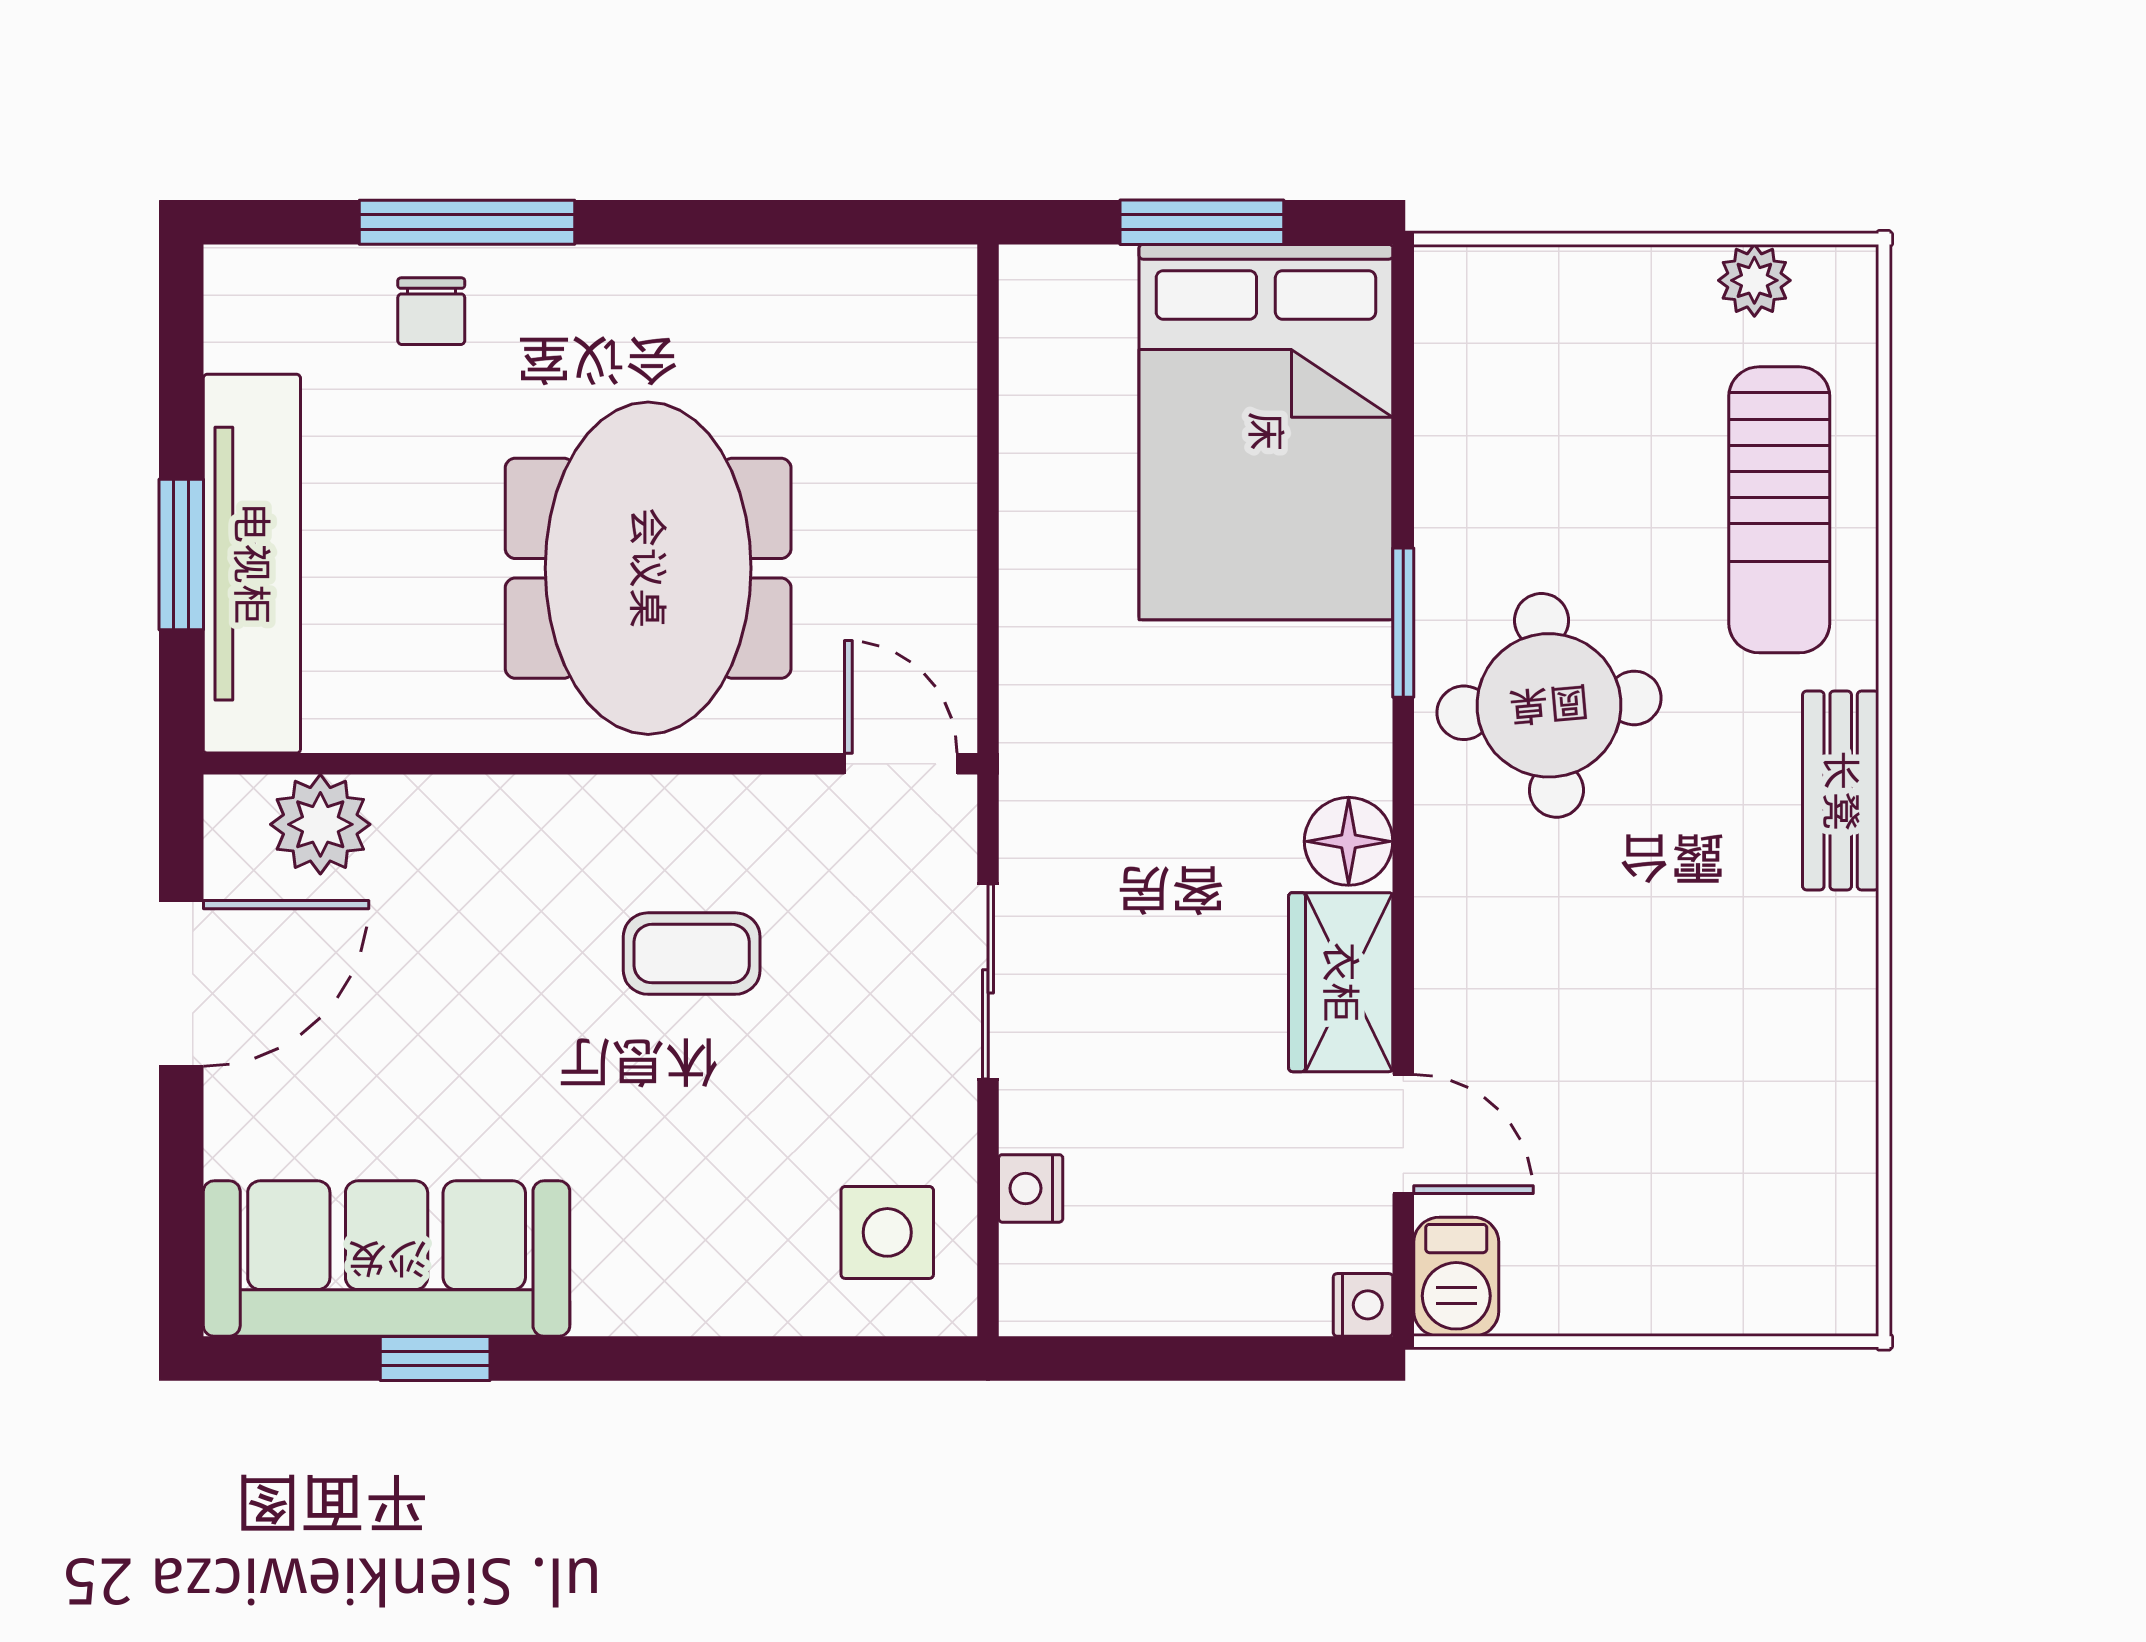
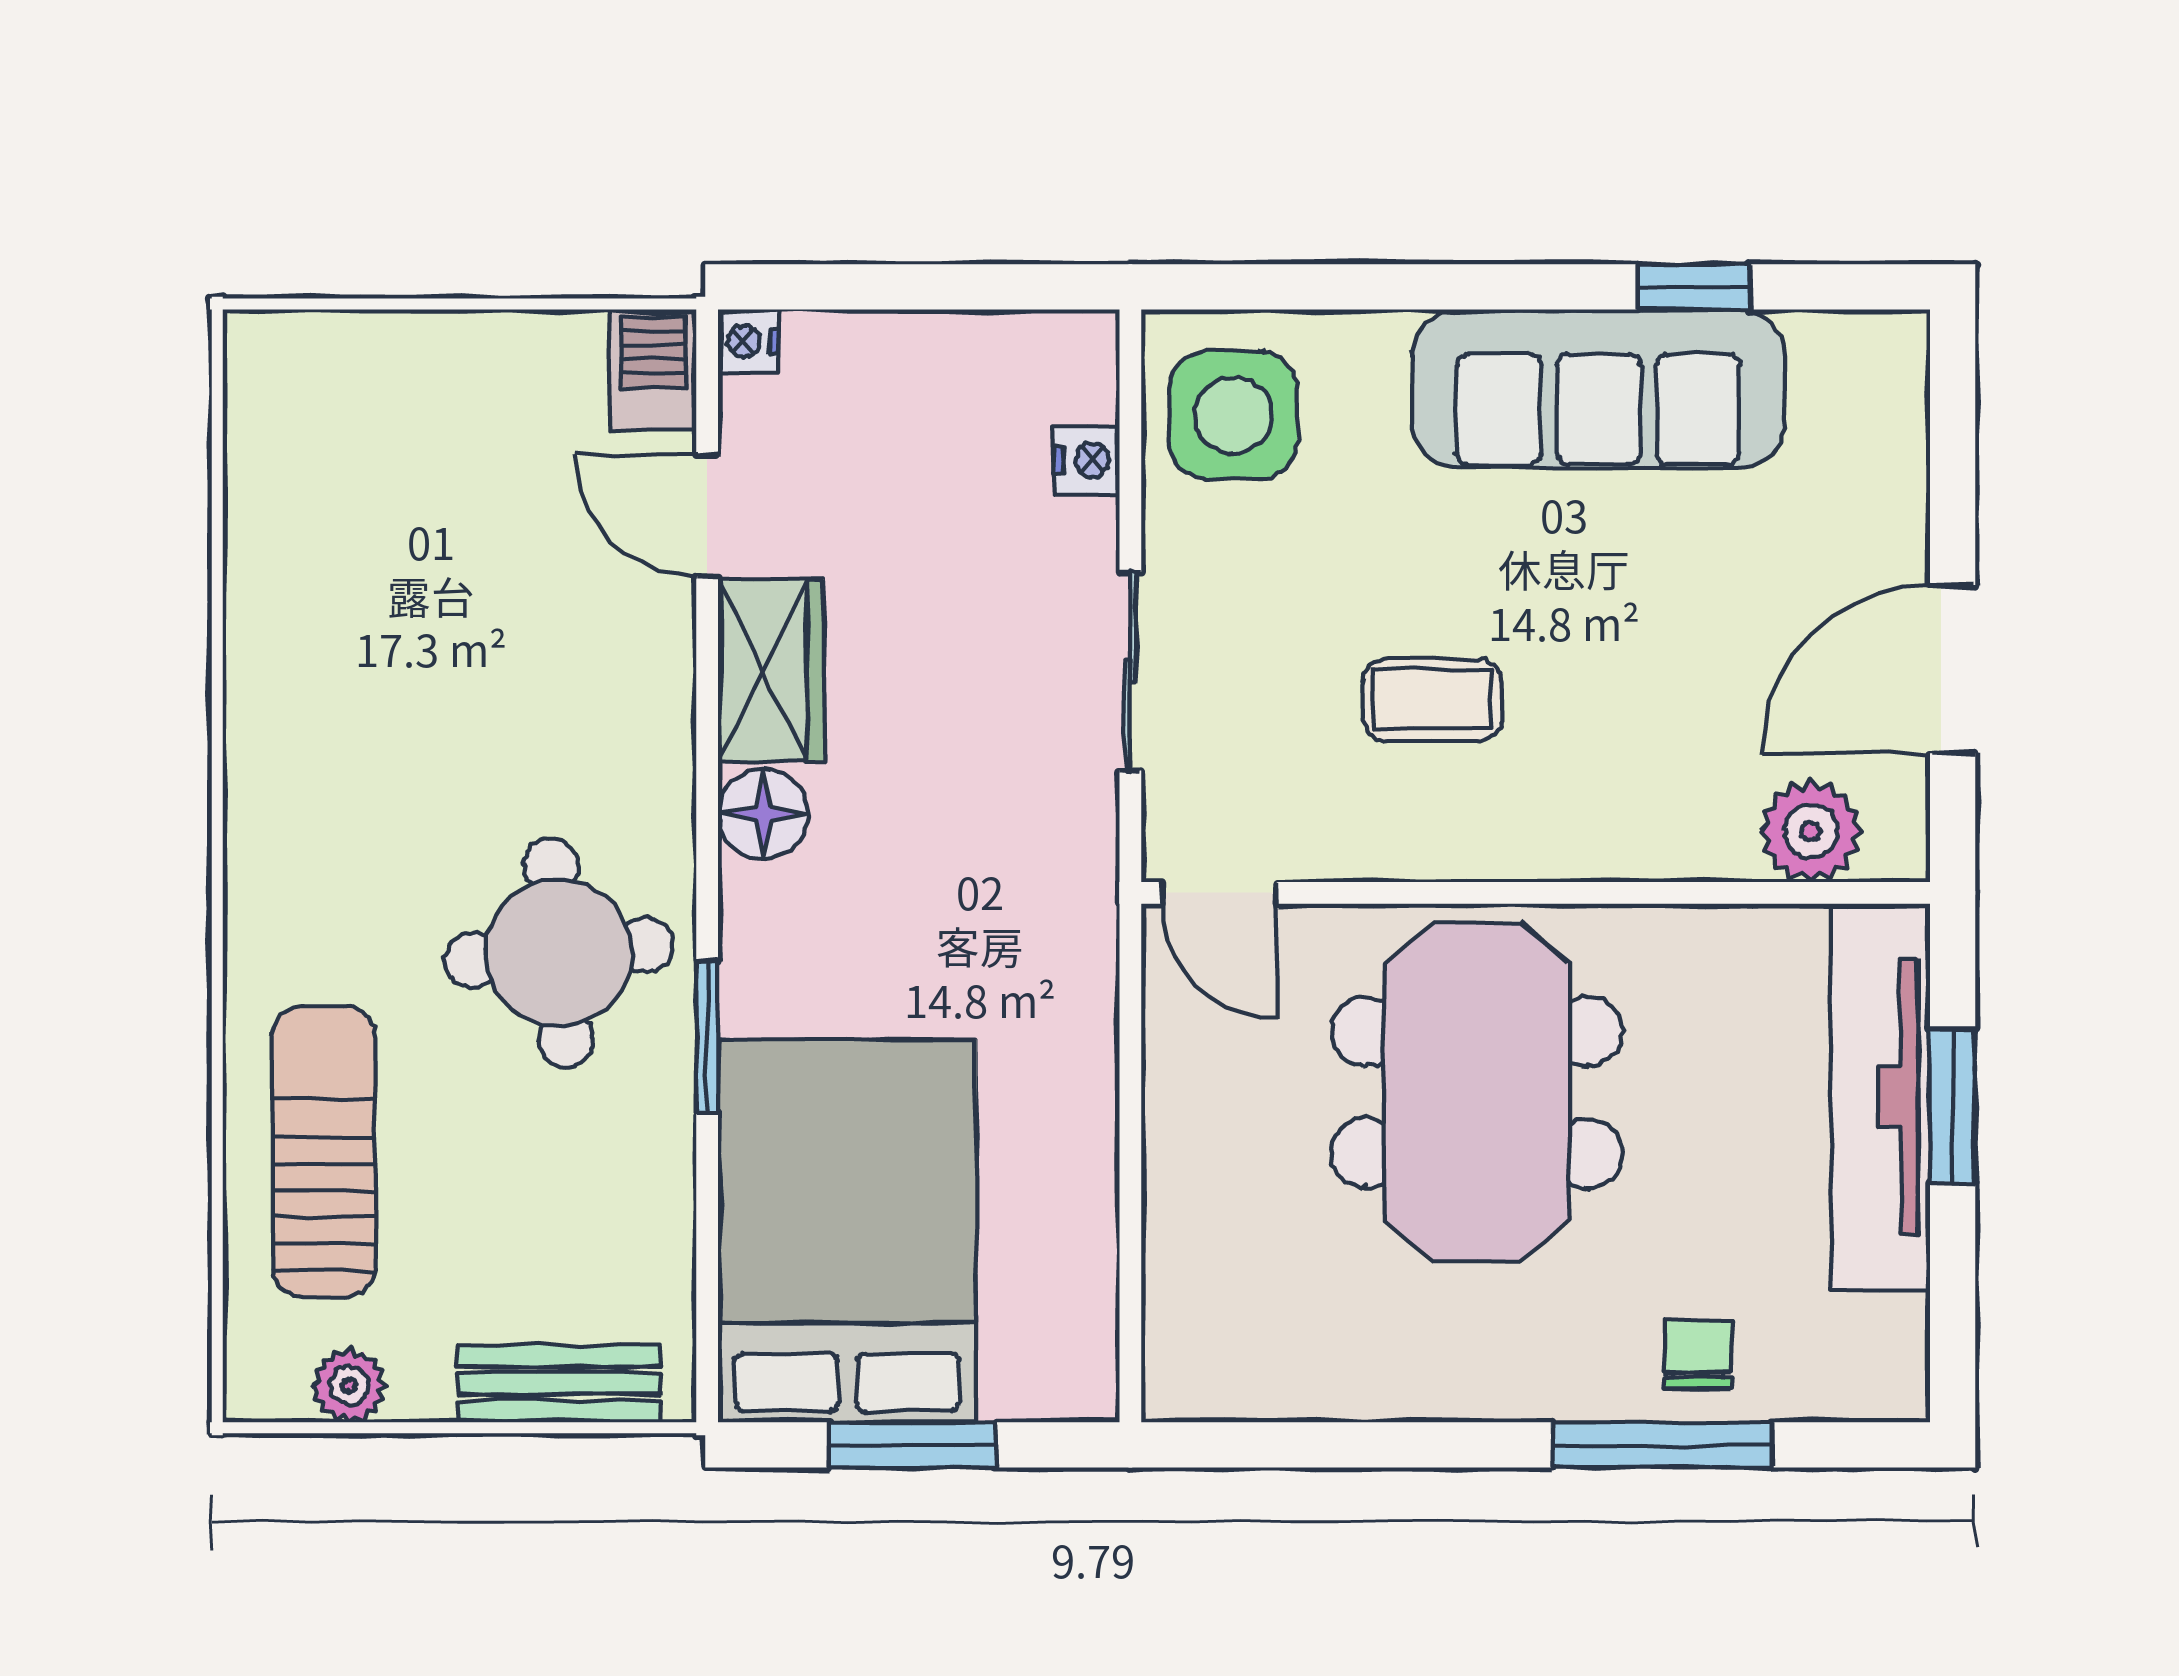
bench: (1841, 791) -> (559, 1384), moved, turned 90
side table: (887, 1232) -> (1233, 415), width x1.37, depth x1.37
sofa: (387, 1259) -> (1599, 389), moved

